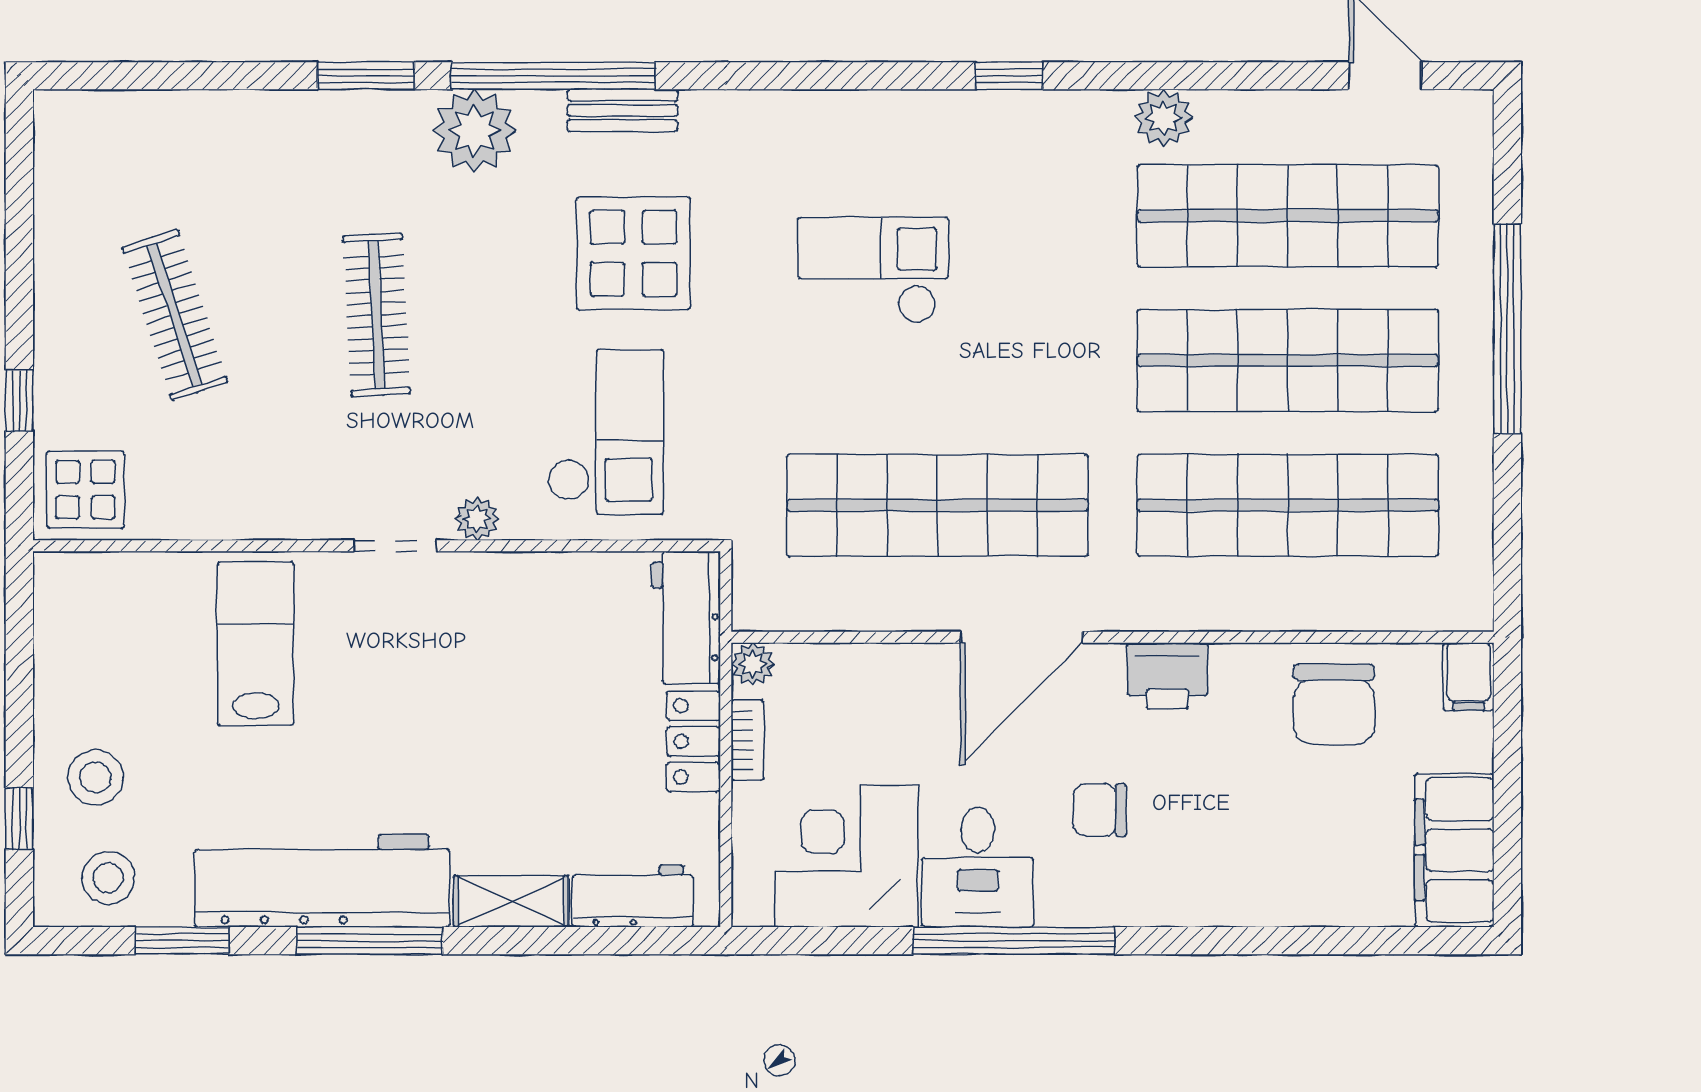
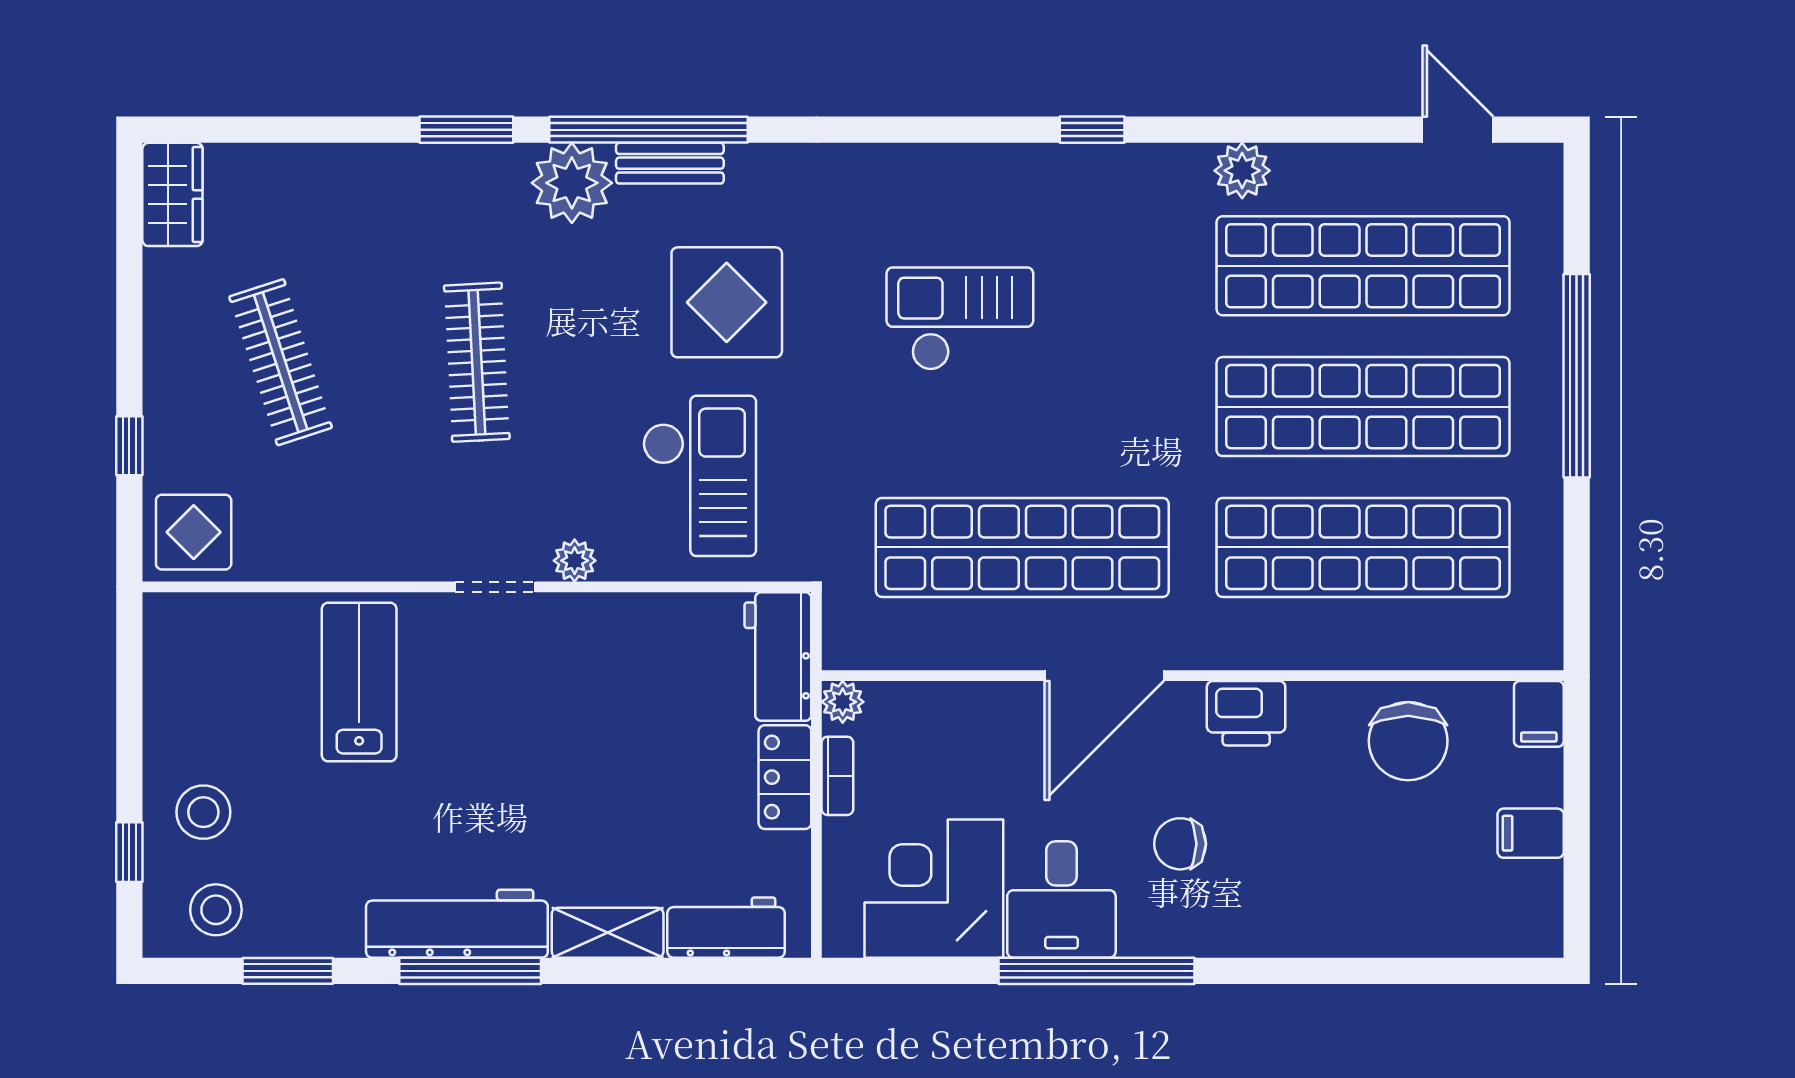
bench: (623, 110) -> (670, 163), moved
wardrobe: (64, 142) -> (172, 194), added
filing cabinet: (1454, 850) -> (1531, 833), width x0.33, depth x0.86
workbench: (322, 881) -> (457, 924), width x0.73, depth x0.76

